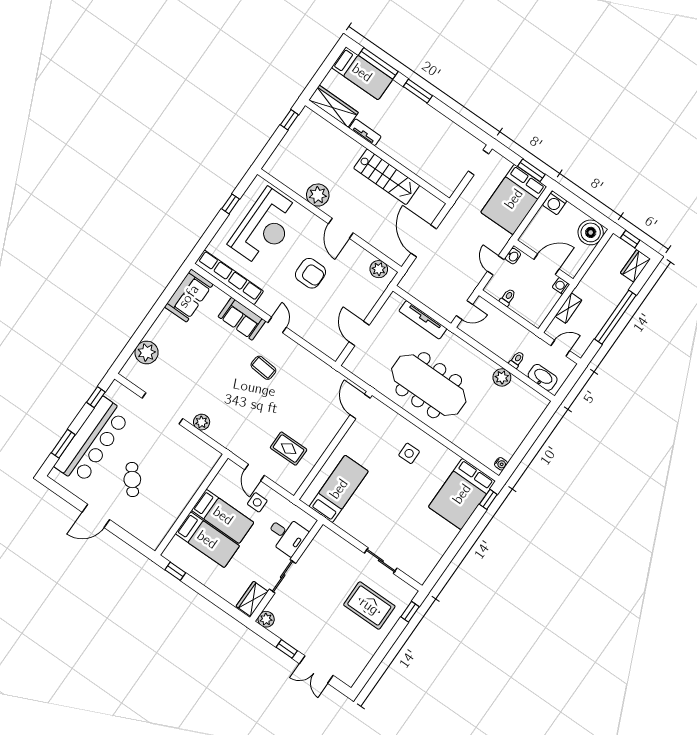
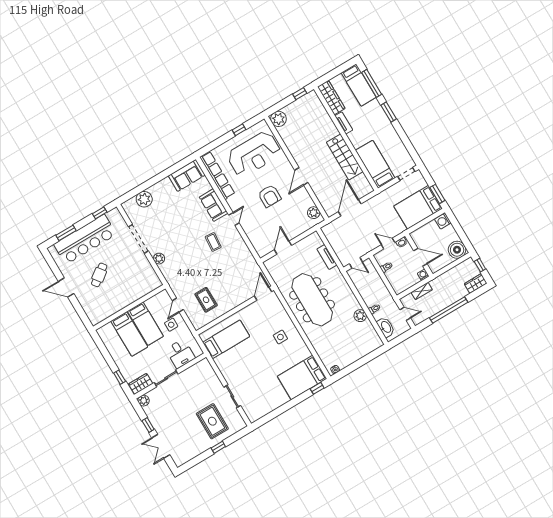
bed: (431, 168) -> (375, 164), added
plant: (318, 195) -> (278, 119), moved
door: (496, 265) -> (388, 244), hinge flipped
tv unit: (423, 320) -> (327, 257), width x0.71
window: (175, 571) -> (120, 377), moved
window: (410, 612) -> (218, 447), moved

